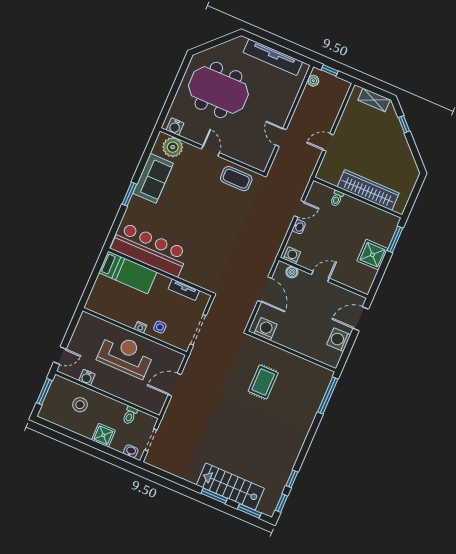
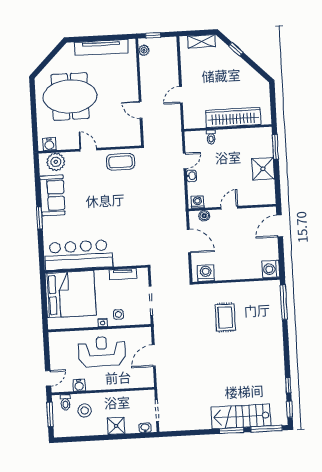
bed: (128, 272) -> (71, 294), width x2.04
washing machine: (339, 340) -> (271, 269), moved
toilet: (130, 415) -> (65, 402), moved
window: (249, 511) -> (266, 429), width x1.44

